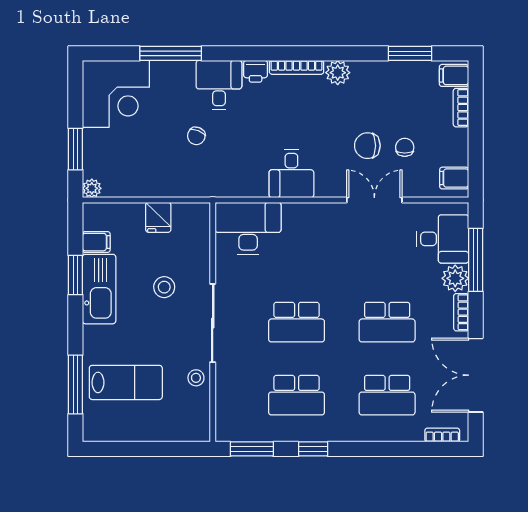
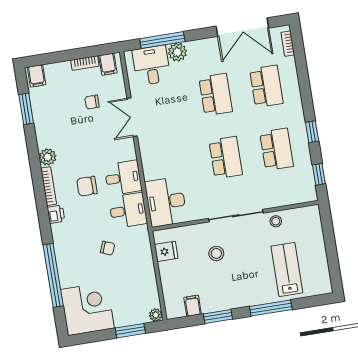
window: (171, 53) -> (53, 275), width x1.46
desk: (219, 85) -> (128, 211), moved, turned 180
bookcase: (461, 108) -> (85, 63), moved
chair: (367, 146) -> (87, 186), moved, turned 90
fridge: (158, 217) -> (166, 251), moved
kitchen sink: (99, 289) -> (225, 299), removed
bookcase: (461, 312) -> (200, 44), removed
window: (75, 384) -> (271, 308), moved
window: (252, 449) -> (319, 174), width x0.67

